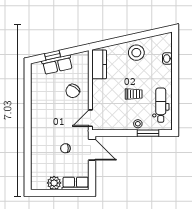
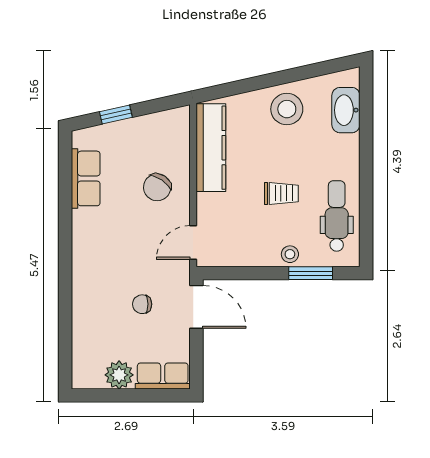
washbasin: (167, 58) -> (346, 110), width x1.91, depth x1.45
kitchen counter: (99, 64) -> (211, 148), width x1.50
row of seats: (57, 65) -> (86, 178), moved, turned -77

